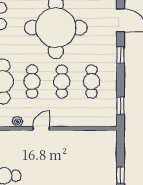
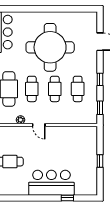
window: (120, 55) -> (100, 79), moved
door: (41, 128) -> (39, 125), swing flipped

